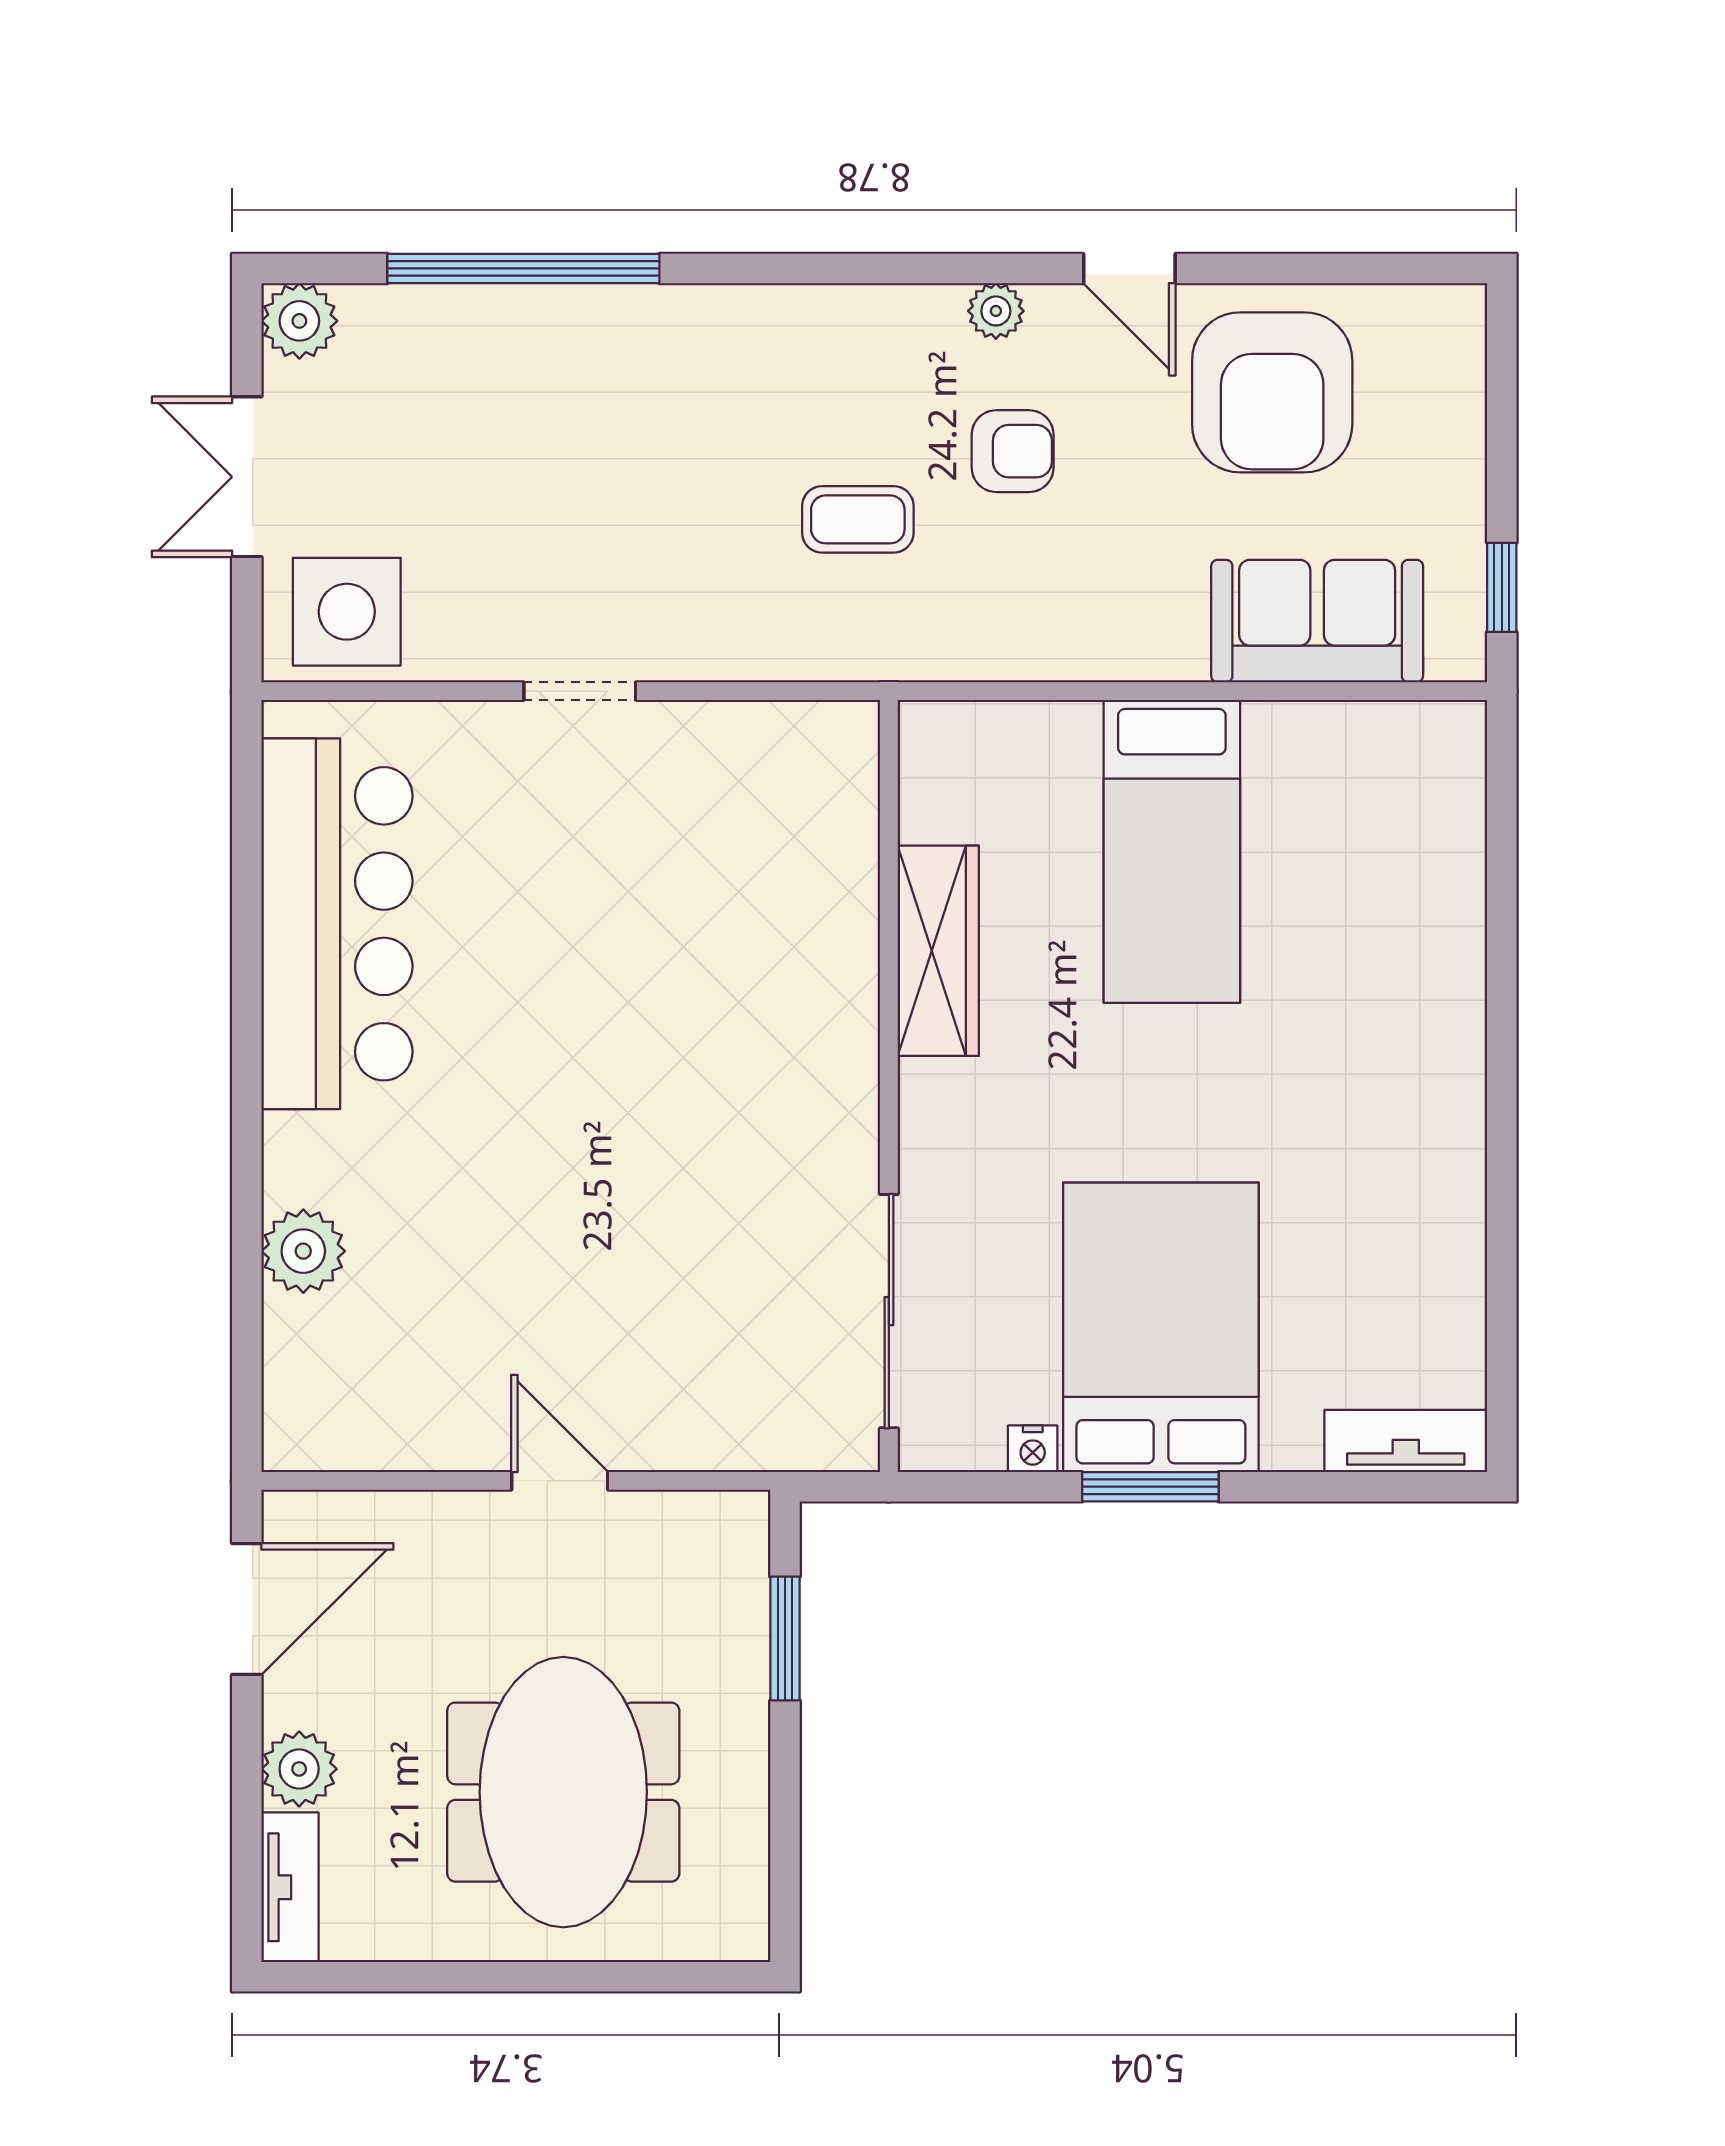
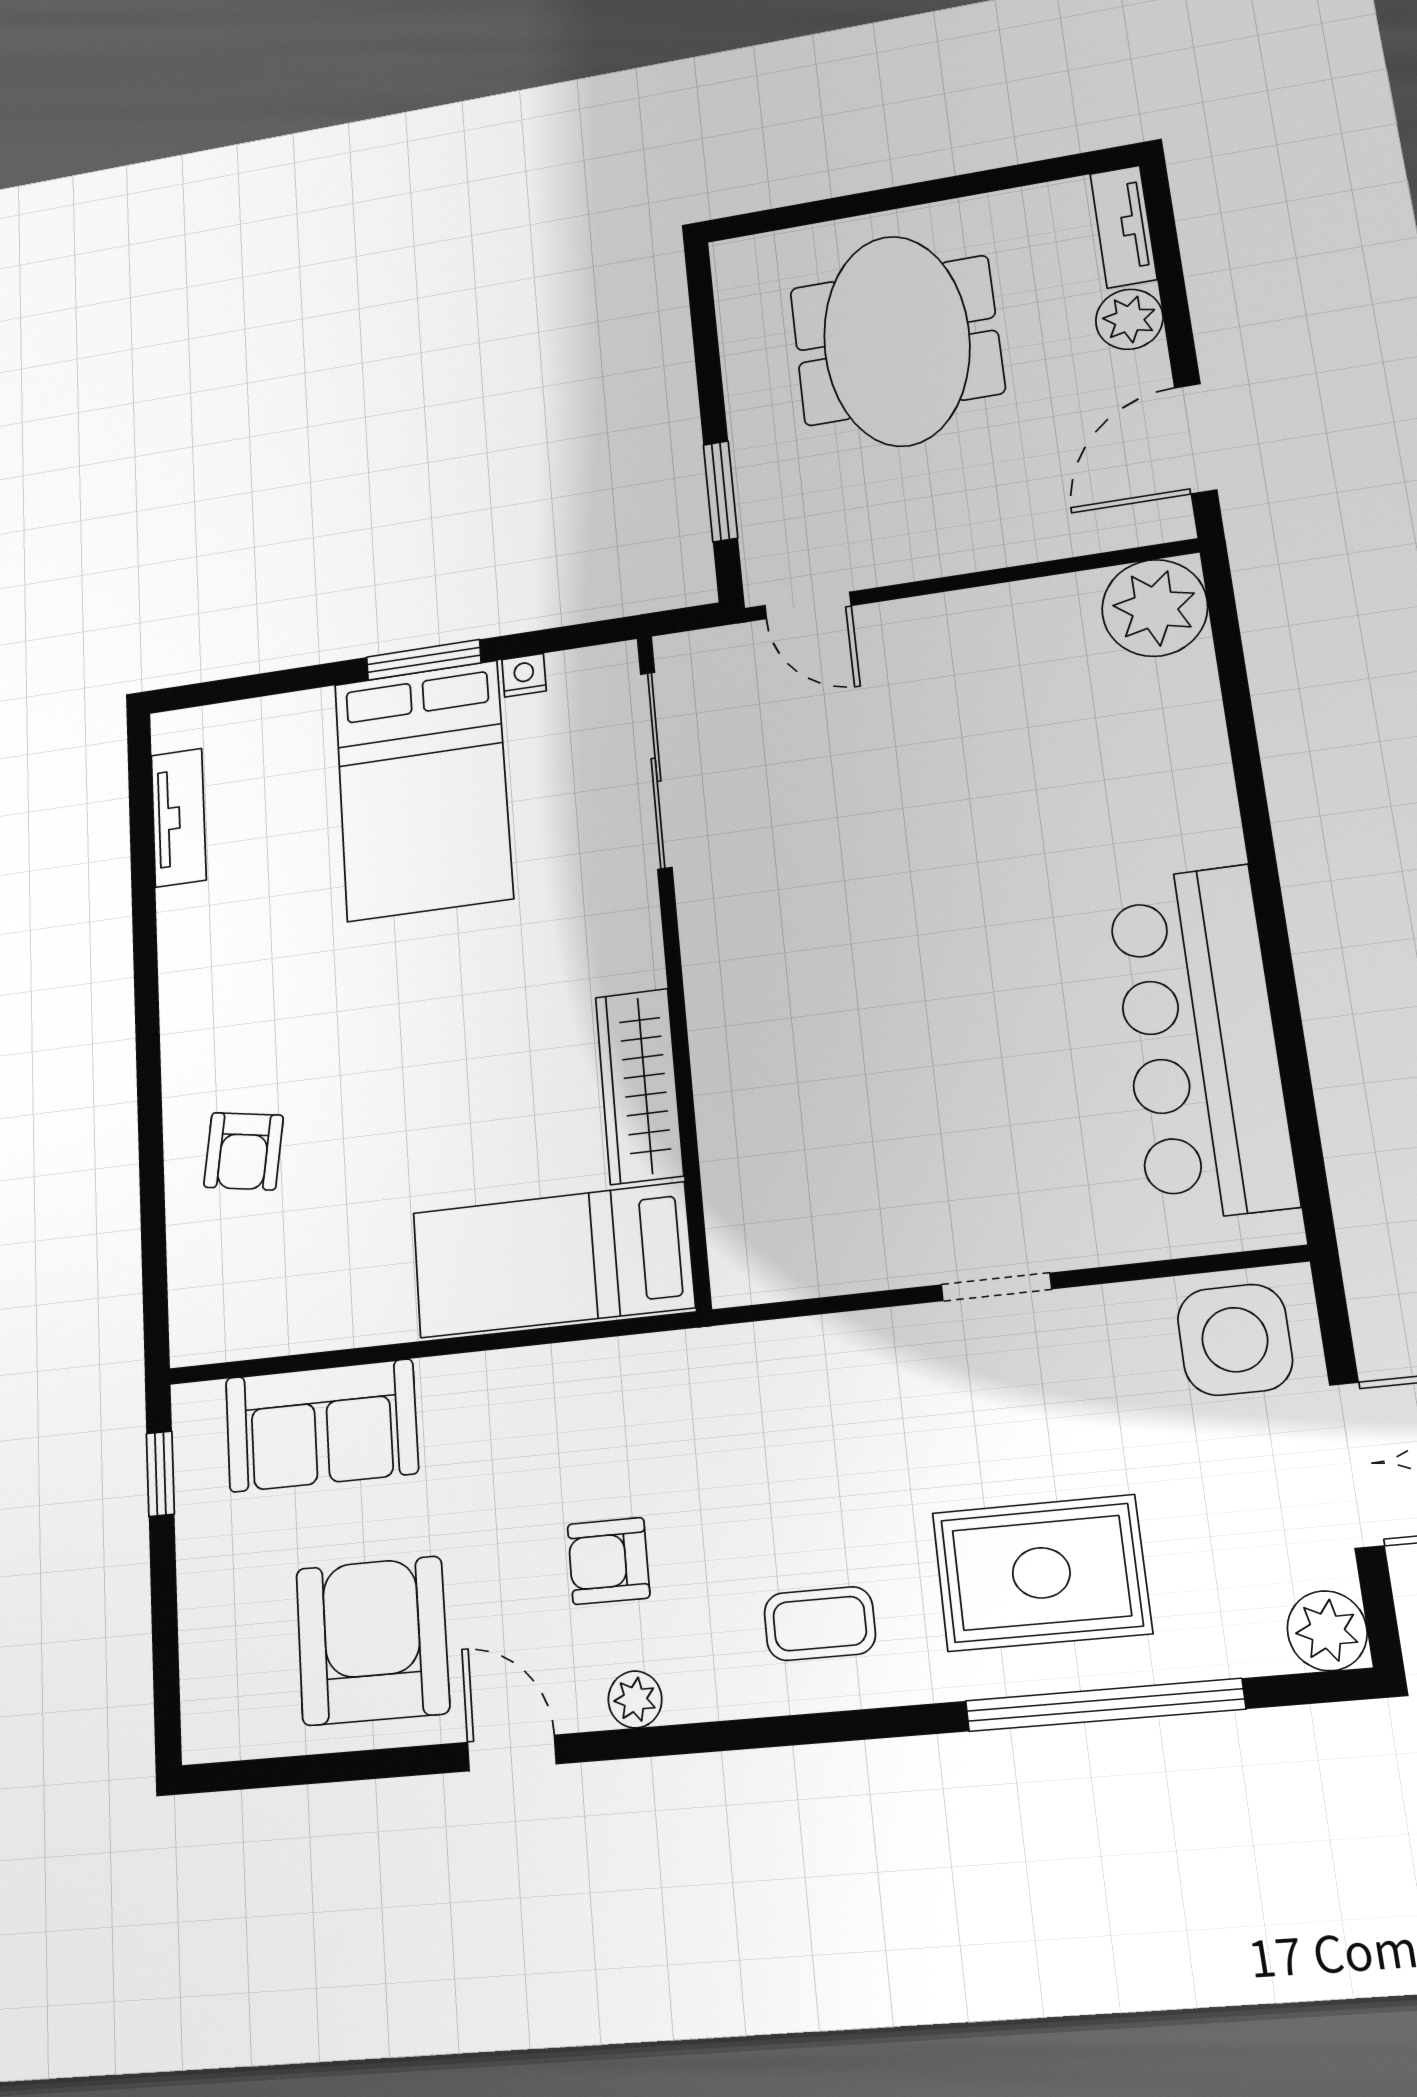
rug: (569, 400) -> (1041, 1573), added
coffee table: (858, 519) -> (820, 1624), moved
bed: (1172, 851) -> (552, 1260), moved, turned -90
armchair: (1393, 932) -> (244, 1151), added
plant: (303, 1251) -> (1155, 608), moved, width x1.36, depth x1.36
tv unit: (1406, 1441) -> (179, 818), moved, turned -90
door: (560, 1481) -> (808, 605), moved

